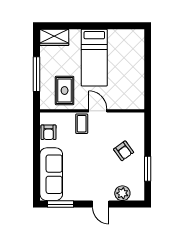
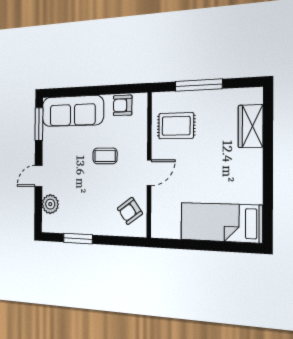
wardrobe: (54, 37) -> (251, 126), moved
bed: (94, 58) -> (221, 223), moved
coffee table: (82, 124) -> (105, 156), moved
armchair: (124, 151) -> (130, 211), moved

